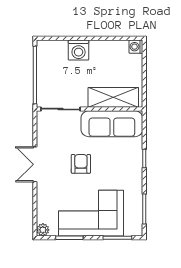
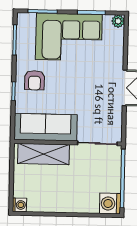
washing machine: (79, 50) -> (110, 204), moved, turned -90
armchair: (81, 164) -> (35, 80), moved

